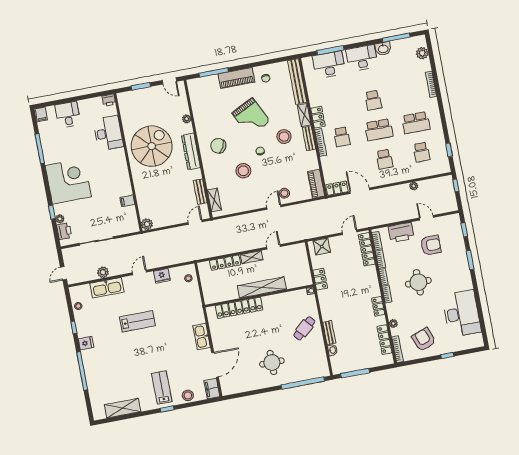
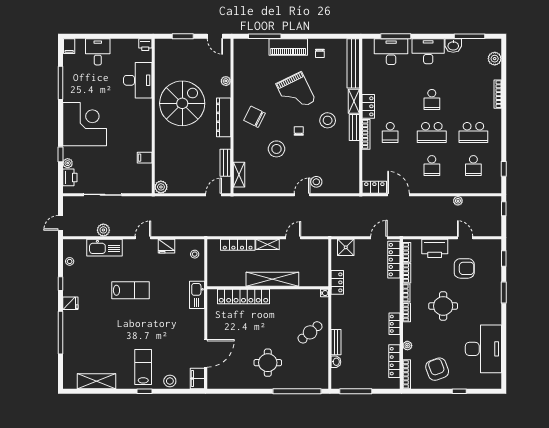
piano: (316, 184) -> (353, 178), removed
kitchen sink: (202, 337) -> (197, 295), moved

